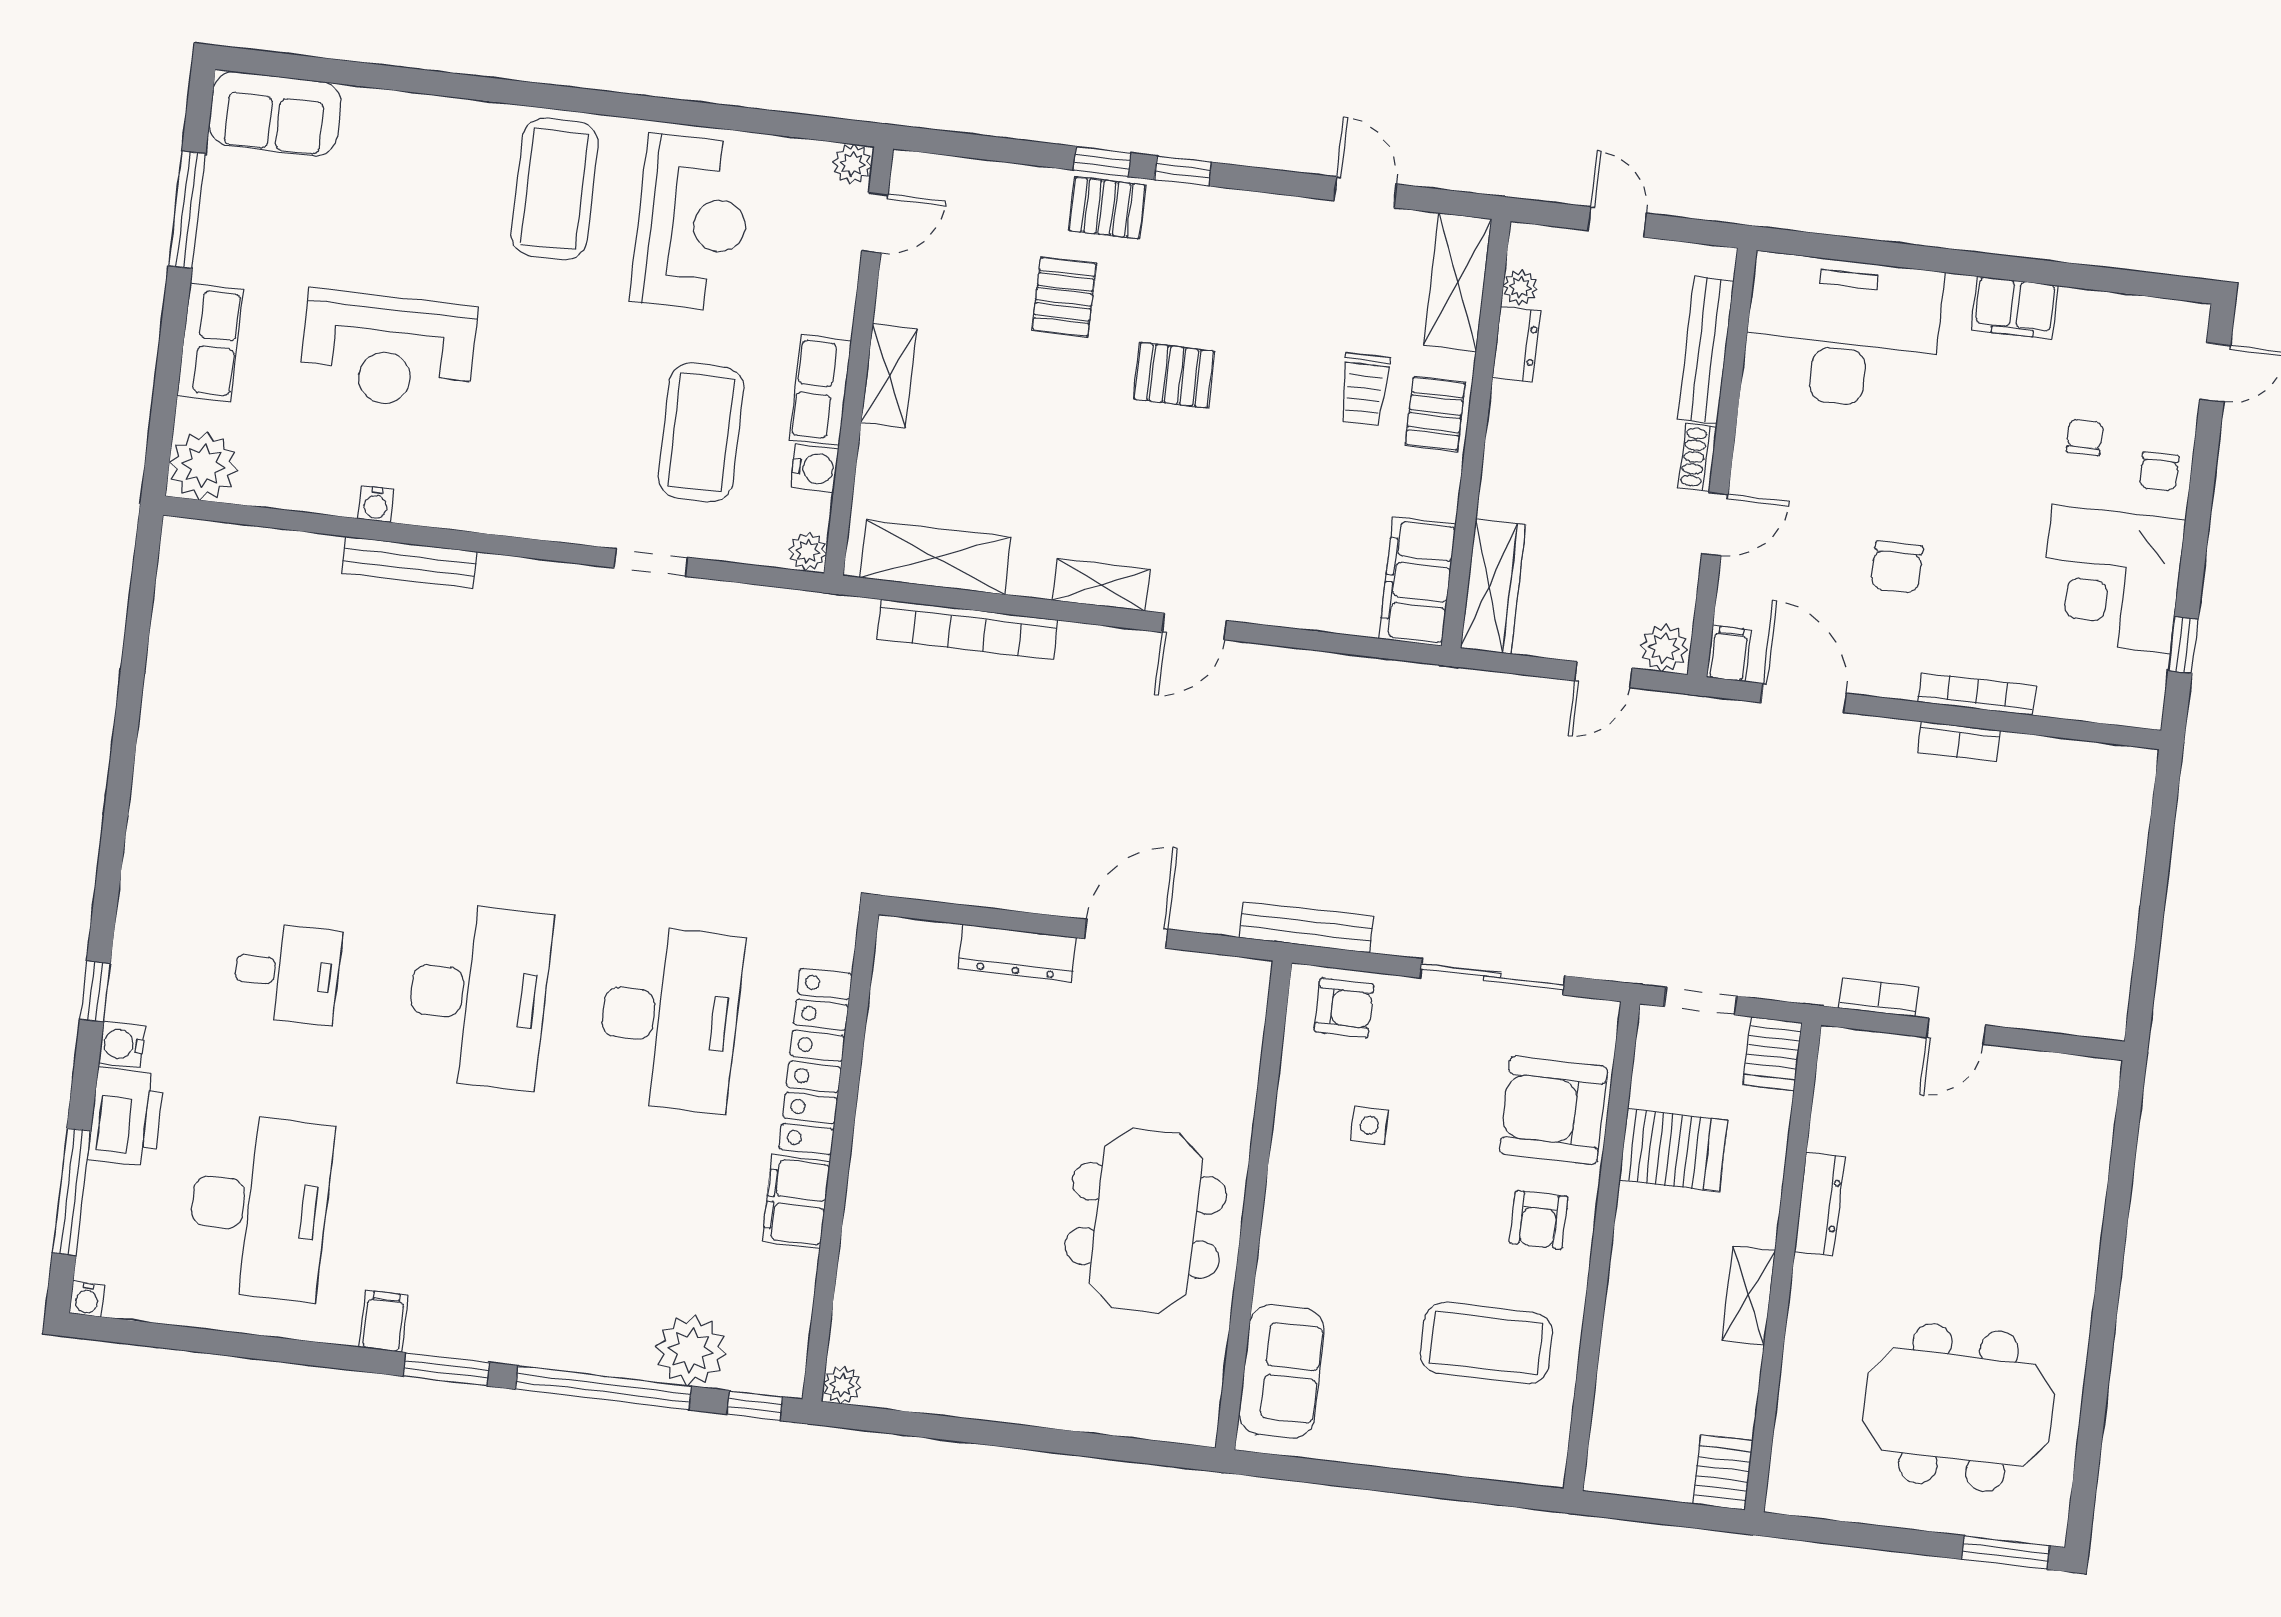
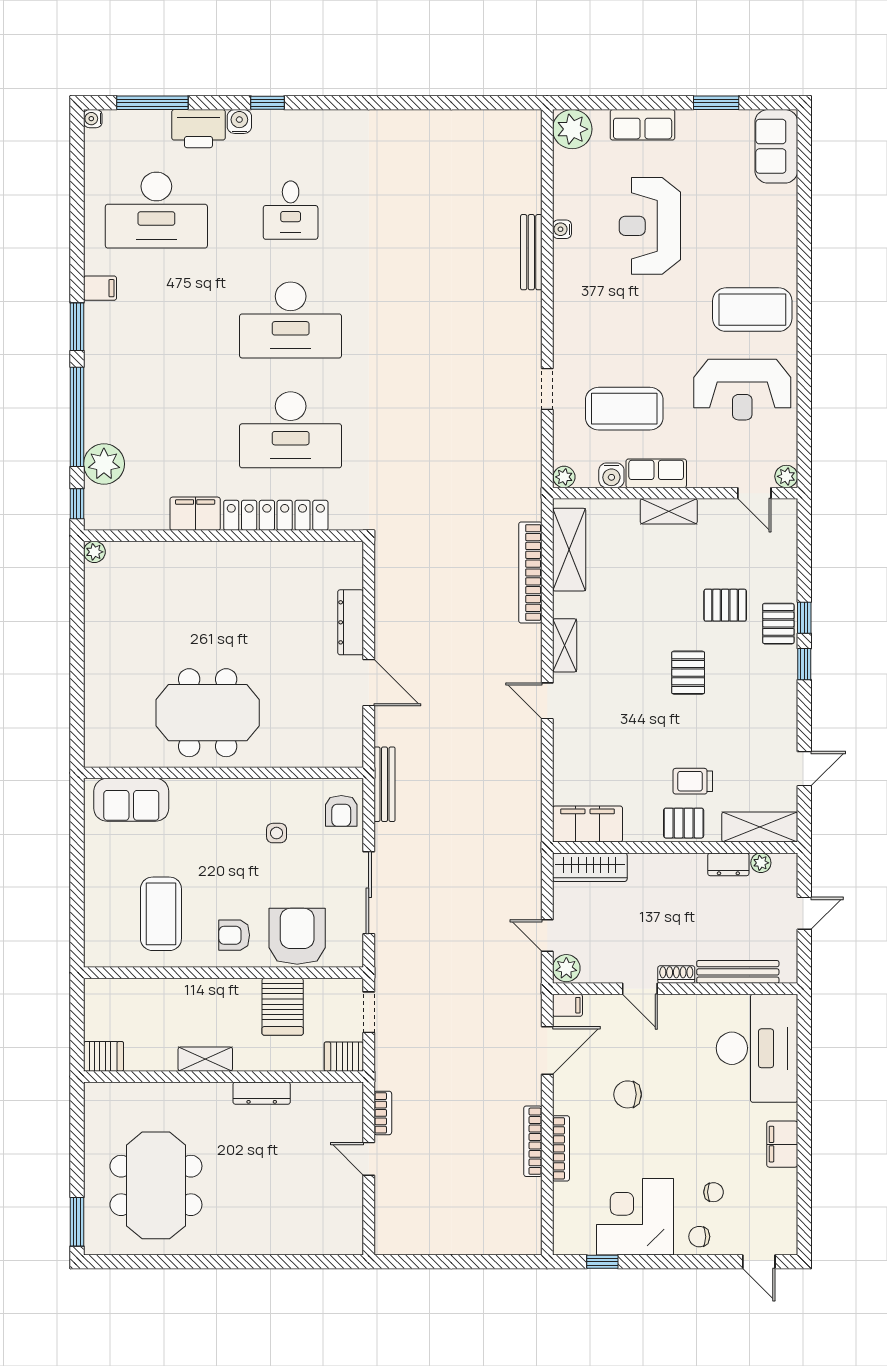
window: (187, 210) -> (716, 103), width x0.69
bookcase: (1959, 742) -> (533, 1141), width x1.56

